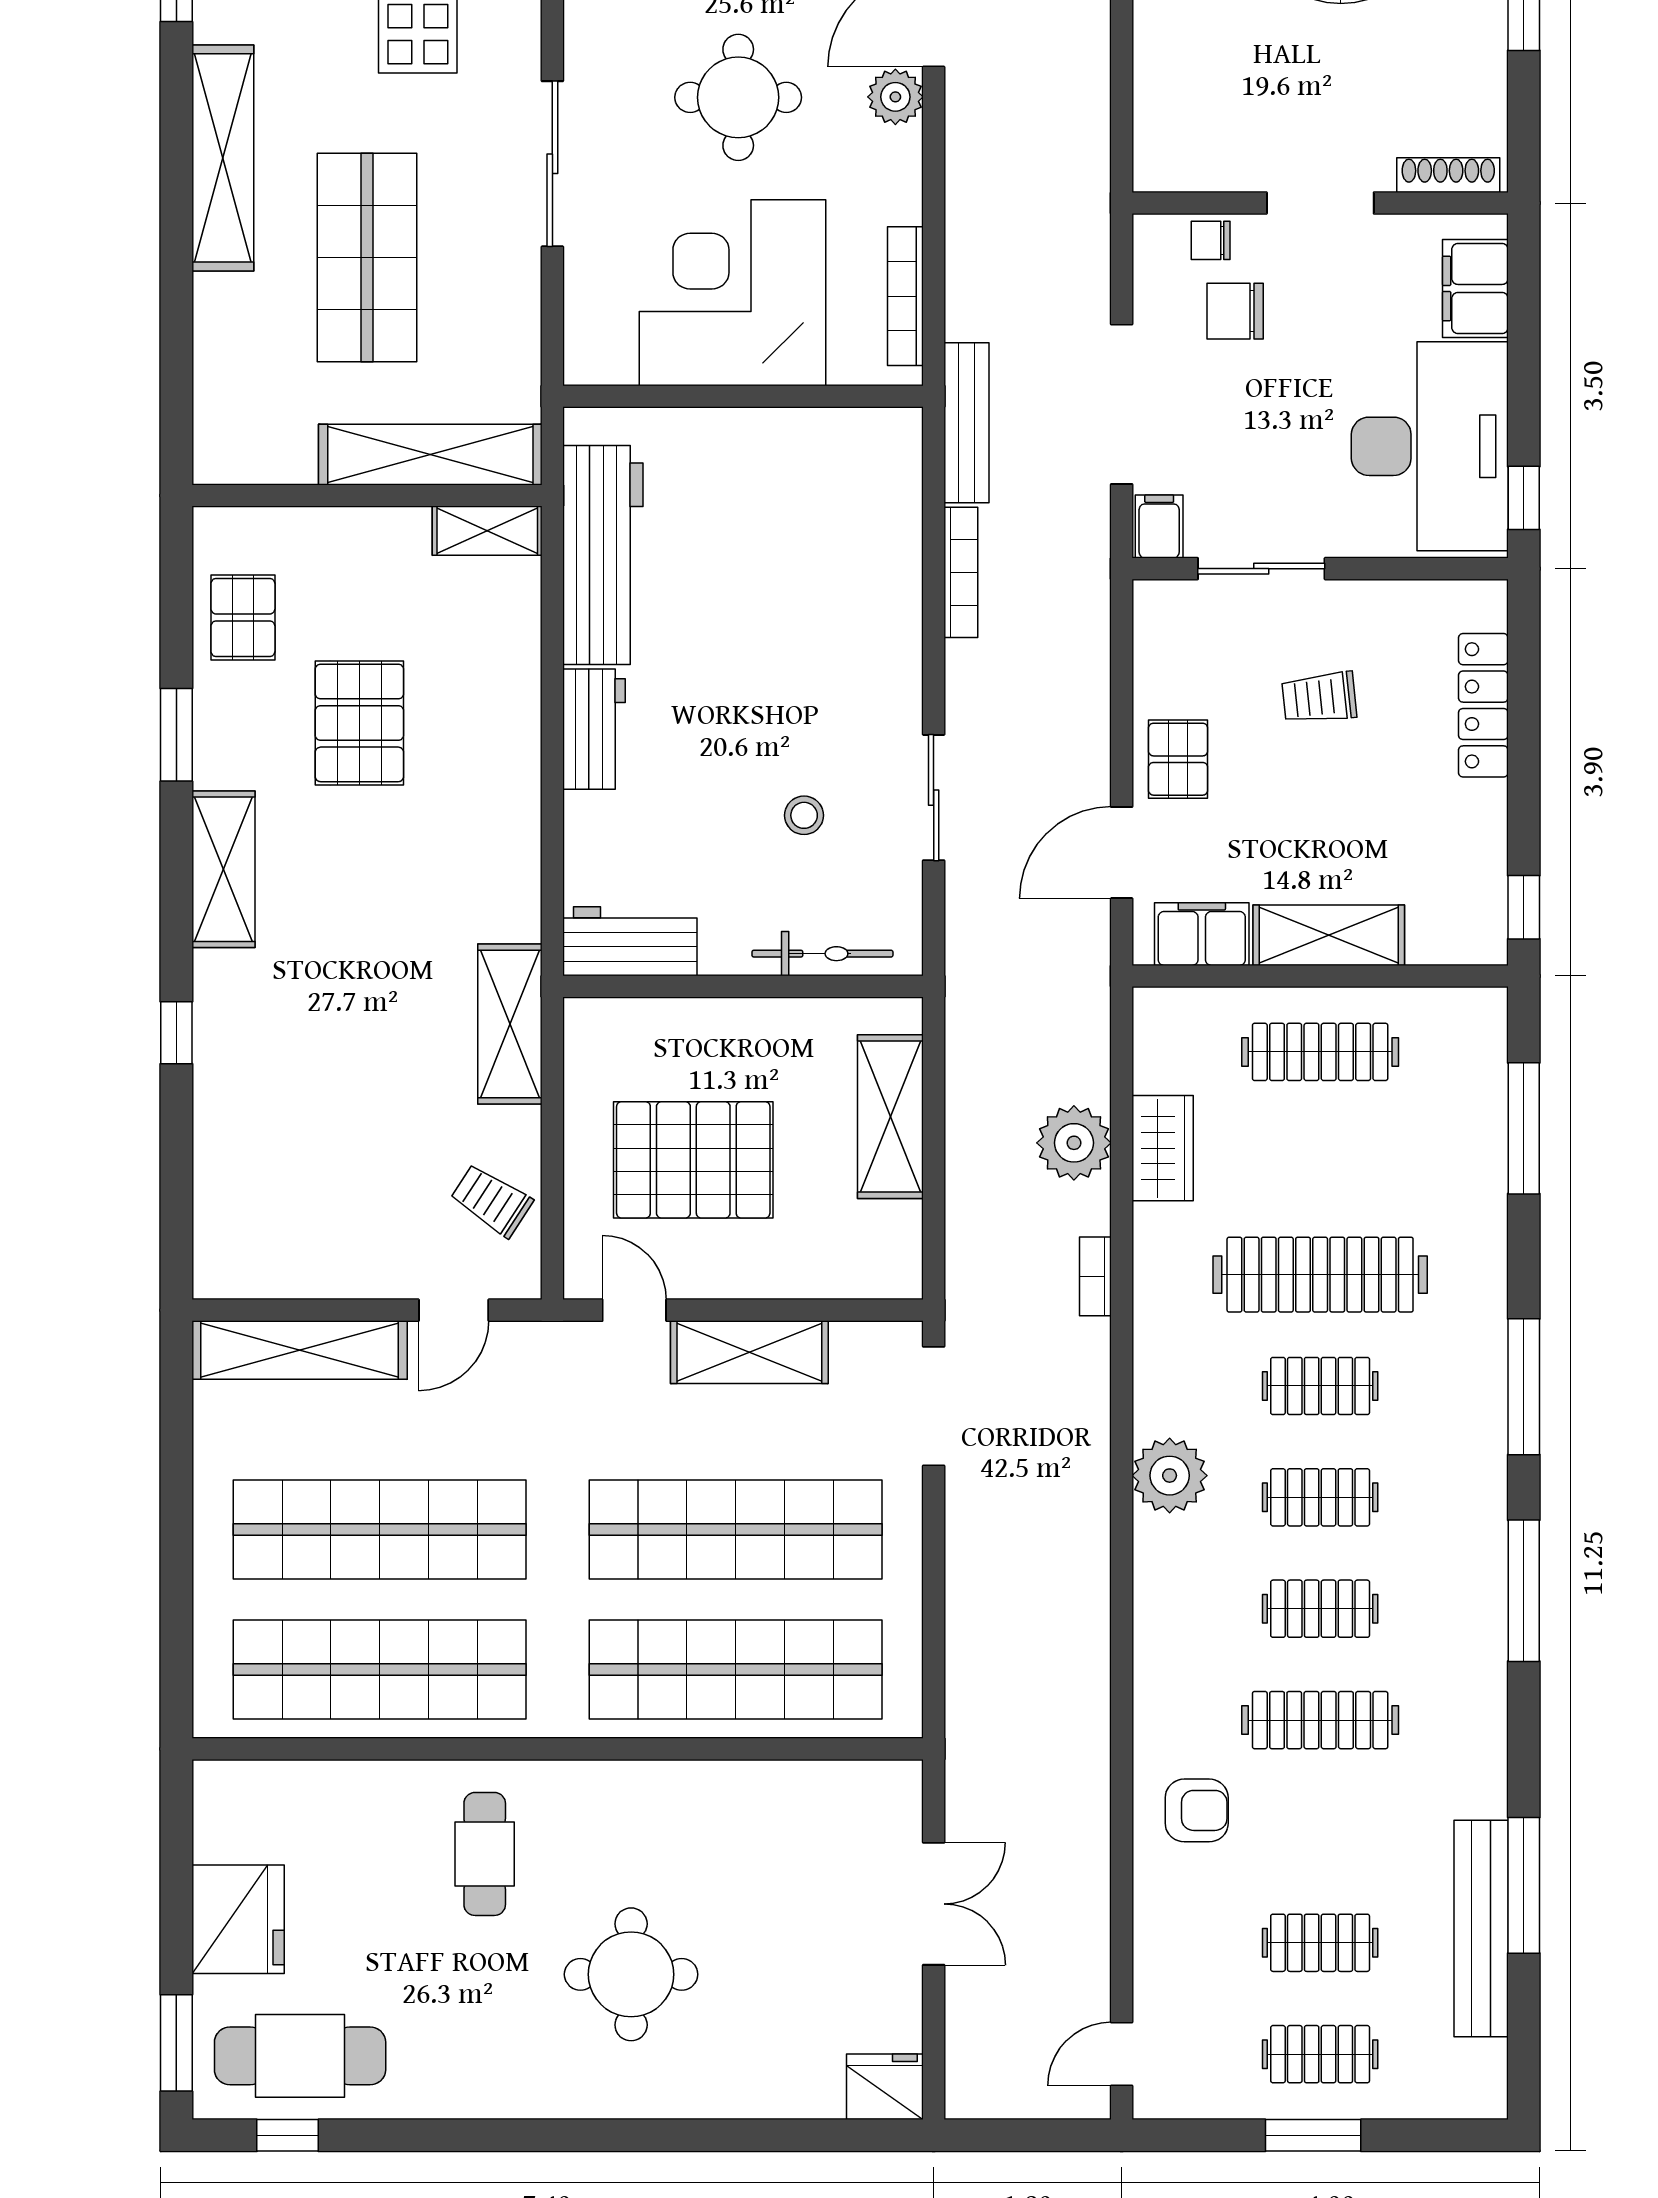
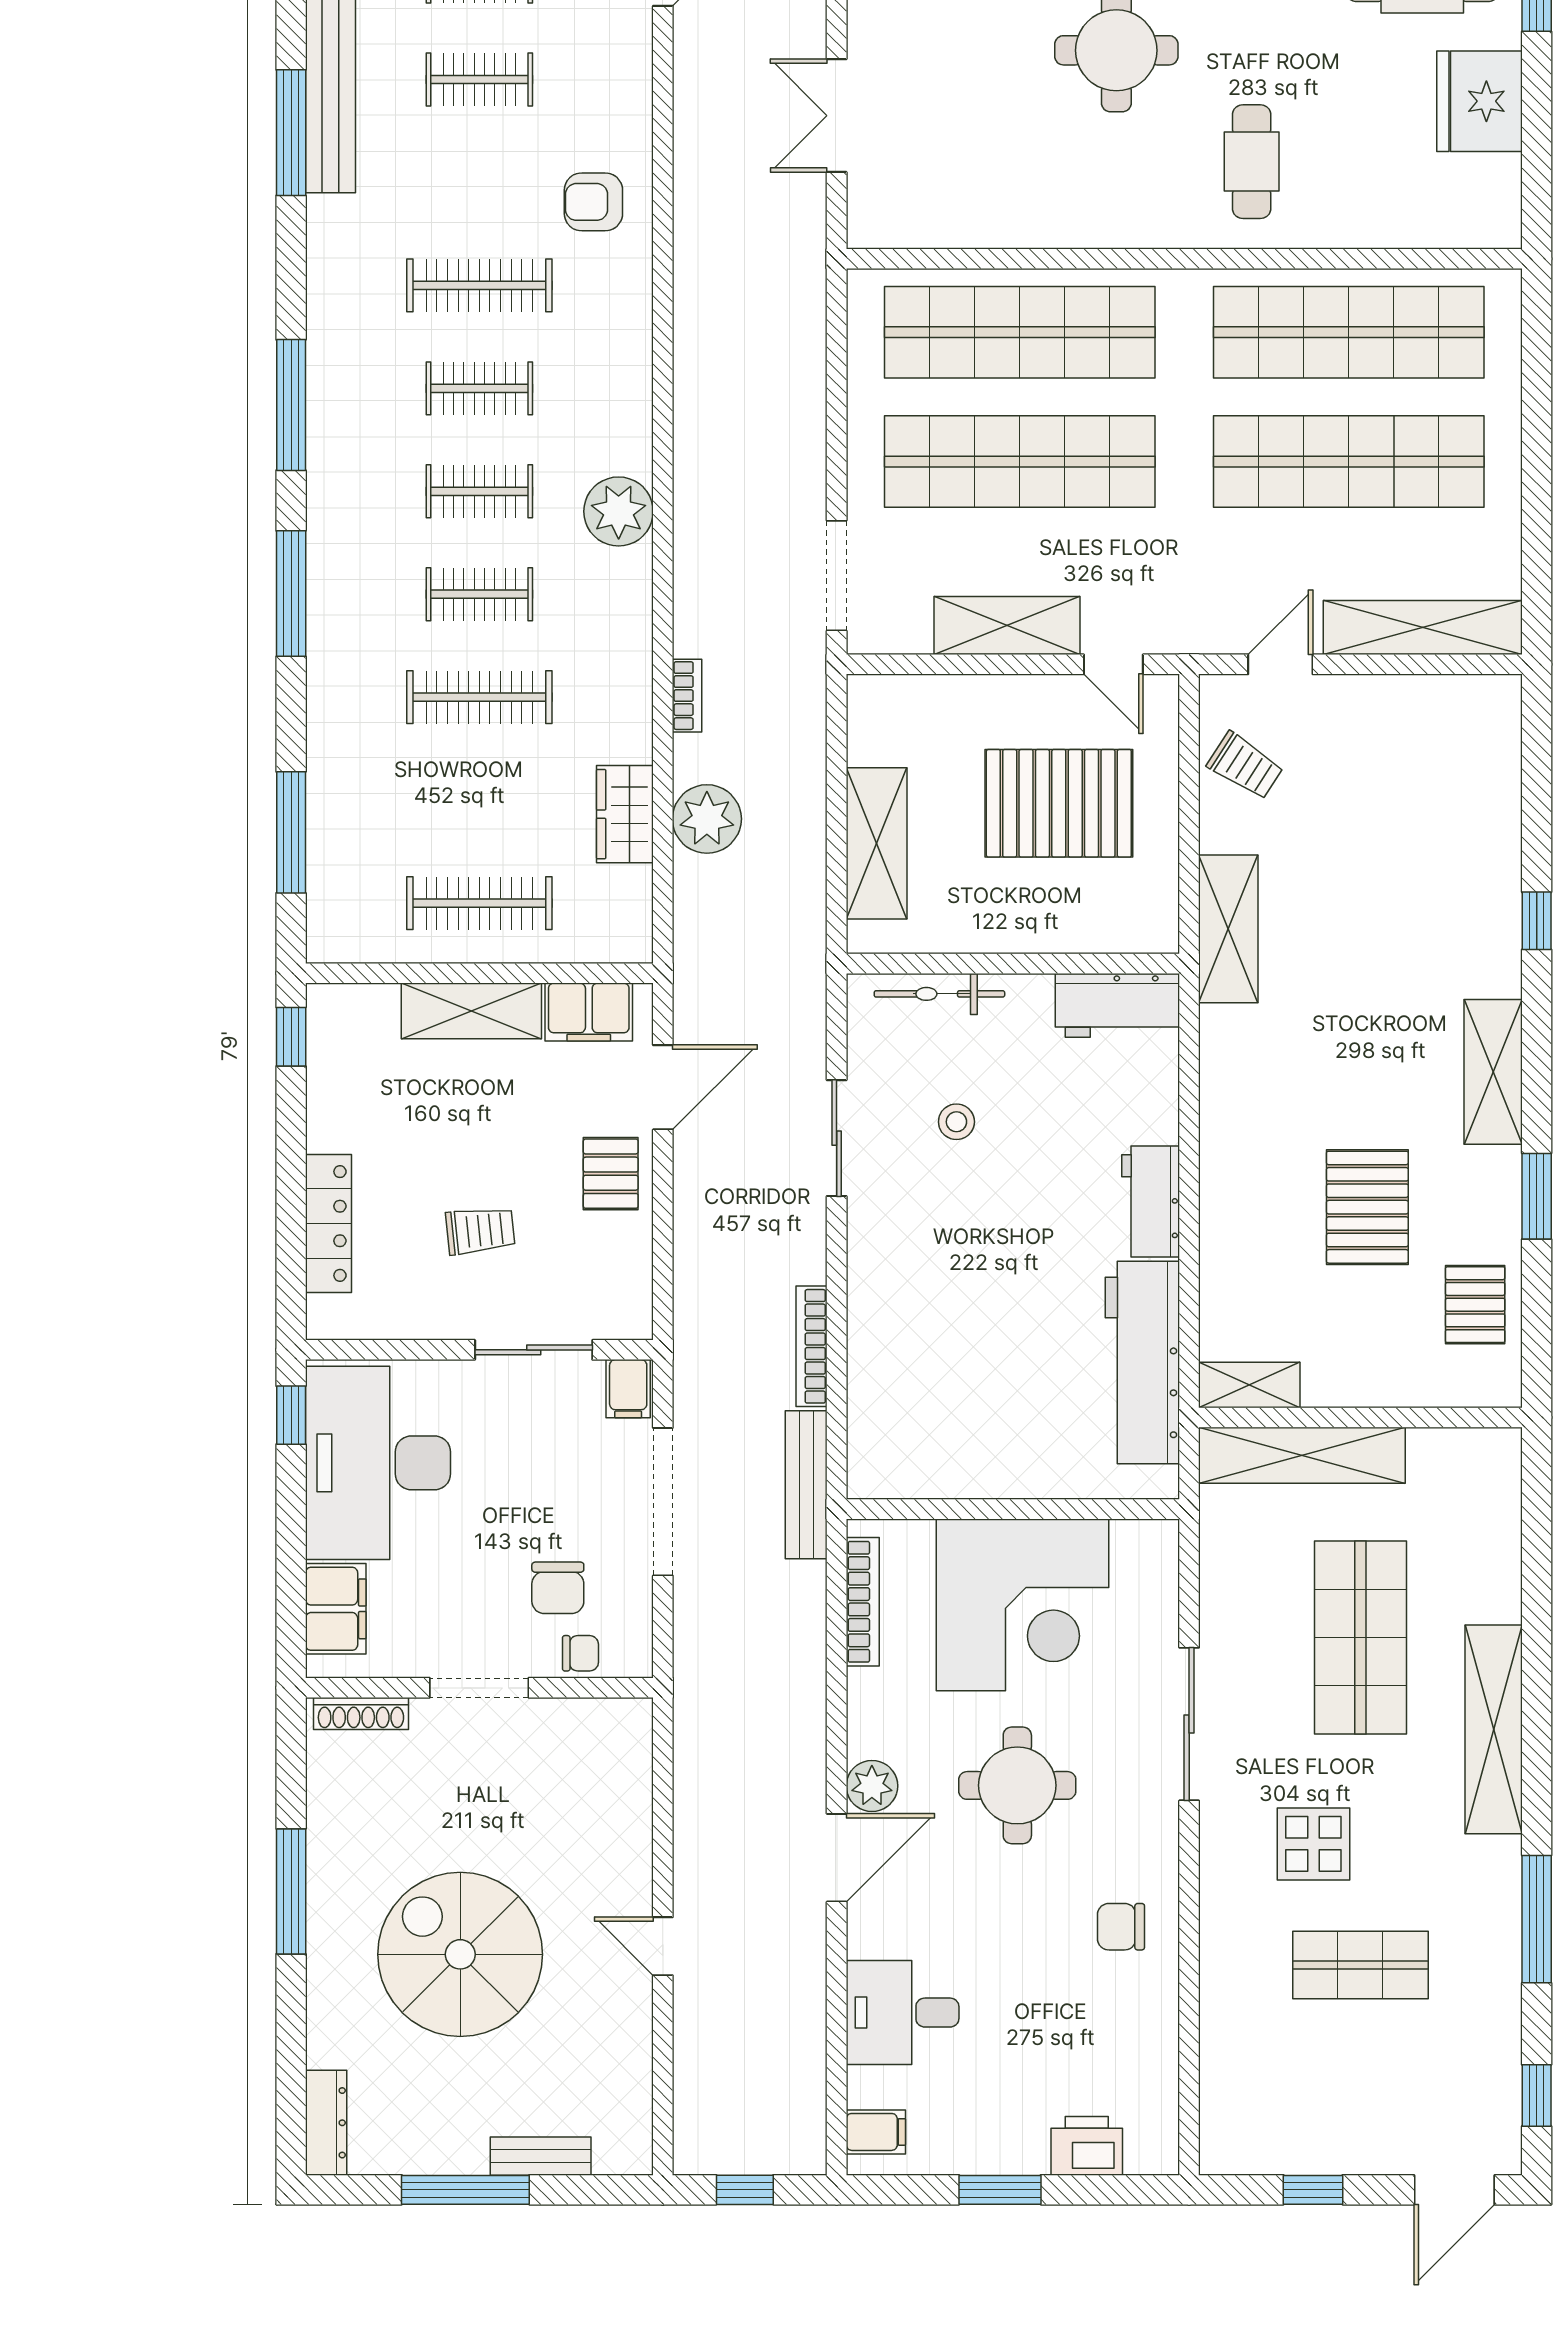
chair: (1235, 311) -> (558, 1588), turned 90
clothes rail: (1320, 1275) -> (479, 697), width x0.73, depth x0.76

